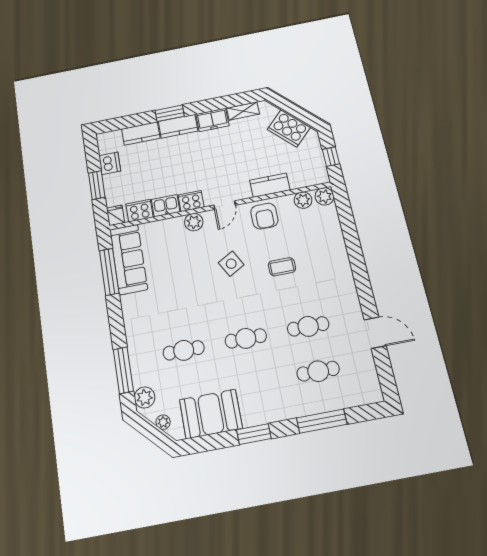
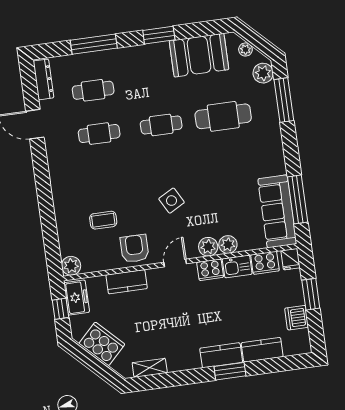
freezer: (212, 120) -> (77, 297), moved, turned 90
plant: (303, 200) -> (228, 245), moved
coffee table: (282, 267) -> (103, 220), moved
cafe table: (184, 350) -> (223, 116), width x1.37, depth x1.35
dresser: (371, 380) -> (43, 79), added

